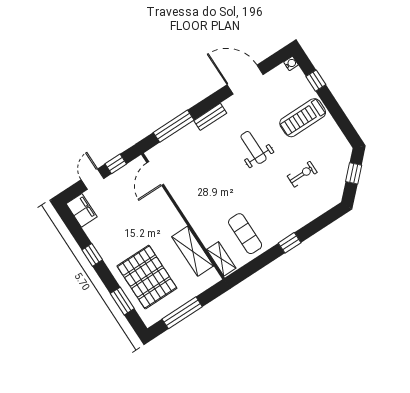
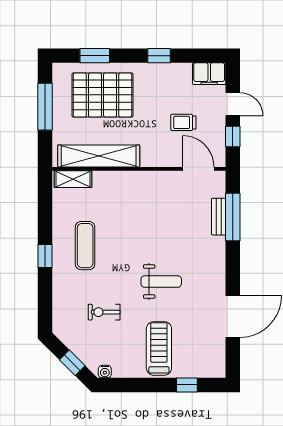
water cooler: (291, 63) -> (105, 372), moved
bench: (210, 117) -> (219, 217), moved
exercise bike: (302, 174) -> (104, 312), turned 90
trolley: (129, 206) -> (183, 122), added
exercise mat: (245, 234) -> (85, 246), moved, turned 90
shelving: (193, 251) -> (99, 156), width x1.47

